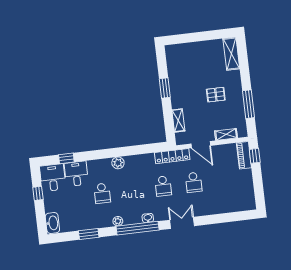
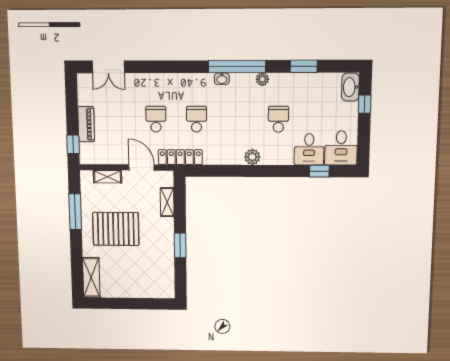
pallet: (216, 95) -> (116, 229), width x2.05, depth x2.00
piano: (244, 155) -> (86, 124), moved
window: (38, 193) -> (365, 104), moved
double door: (182, 223) -> (108, 67), moved

